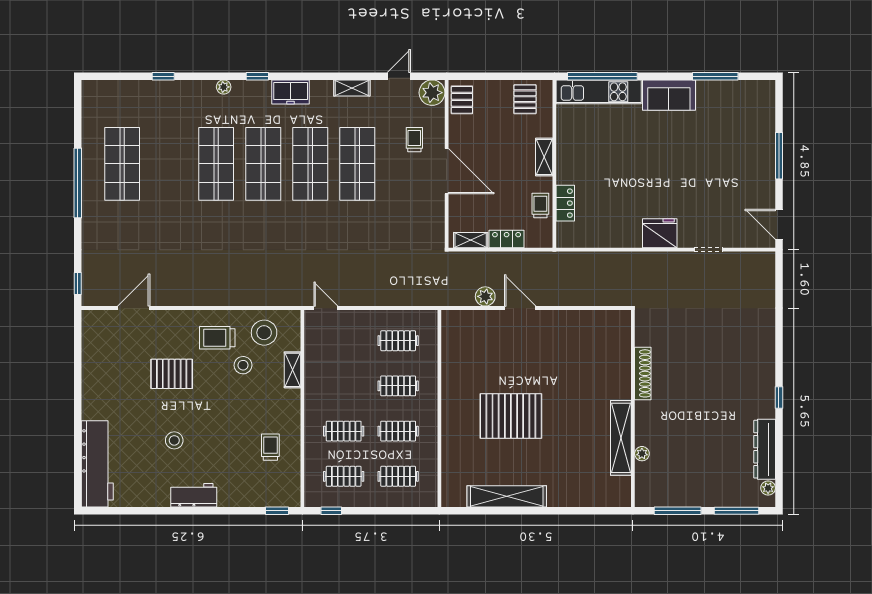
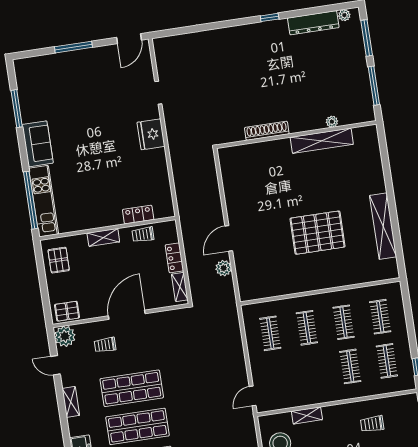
pallet: (525, 99) -> (59, 260), turned 90
pallet: (511, 416) -> (317, 233), turned 90

